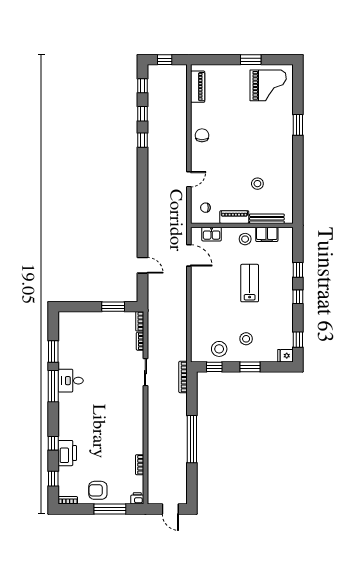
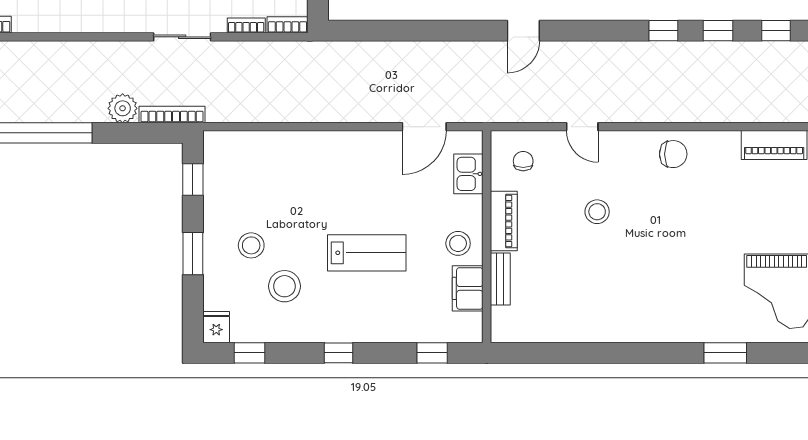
window: (298, 125) -> (725, 353), moved
stool: (257, 184) -> (597, 212), moved
bench: (267, 219) -> (500, 279), width x0.73
door: (142, 265) -> (523, 31), moved
window: (298, 270) -> (432, 353), moved
stool: (219, 349) -> (285, 286), moved
plant: (180, 401) -> (123, 108), added

